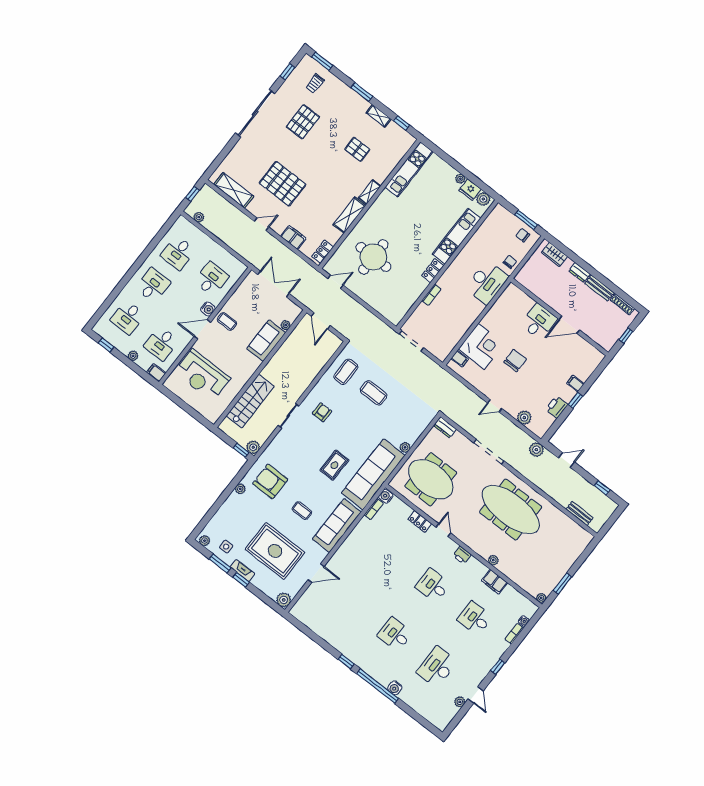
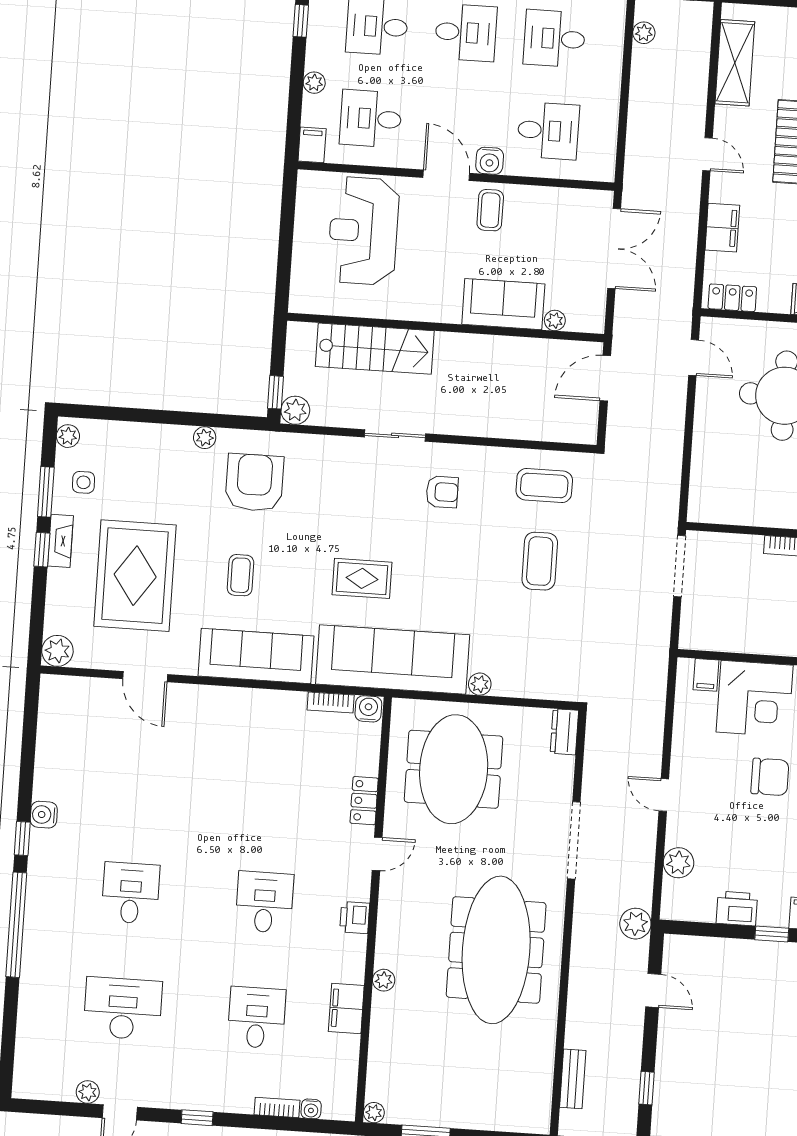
water cooler: (395, 688) -> (44, 815), moved

